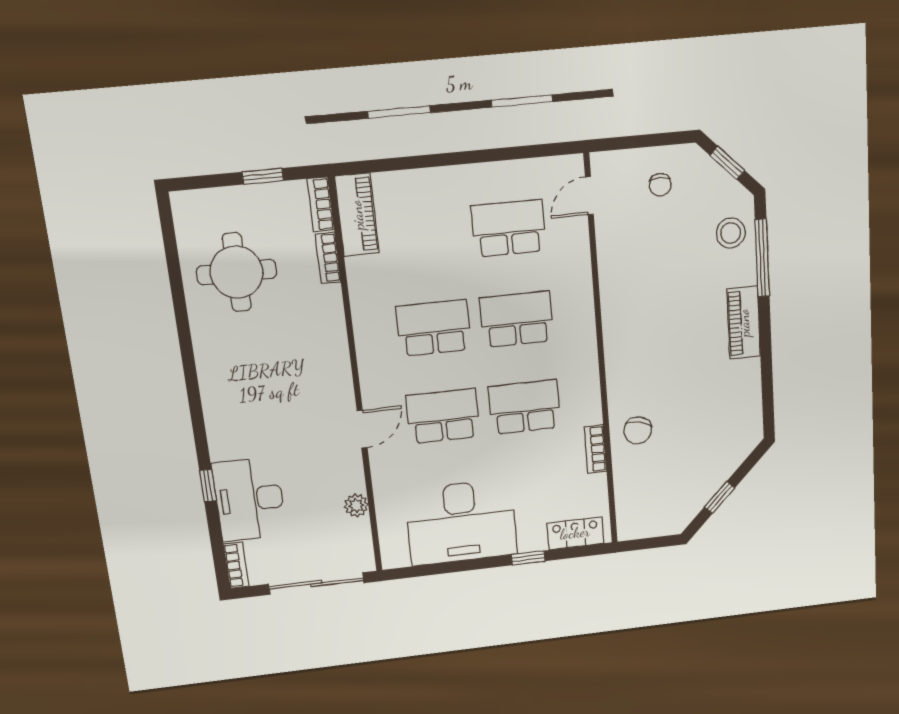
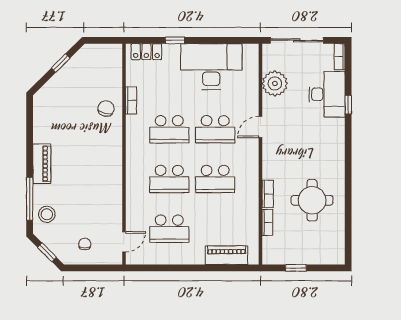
bookcase: (321, 204) -> (268, 194), moved
piano: (357, 215) -> (226, 255), moved, turned 90
round table: (237, 272) -> (312, 200), moved
plant: (356, 506) -> (275, 83), width x1.88, depth x1.88

